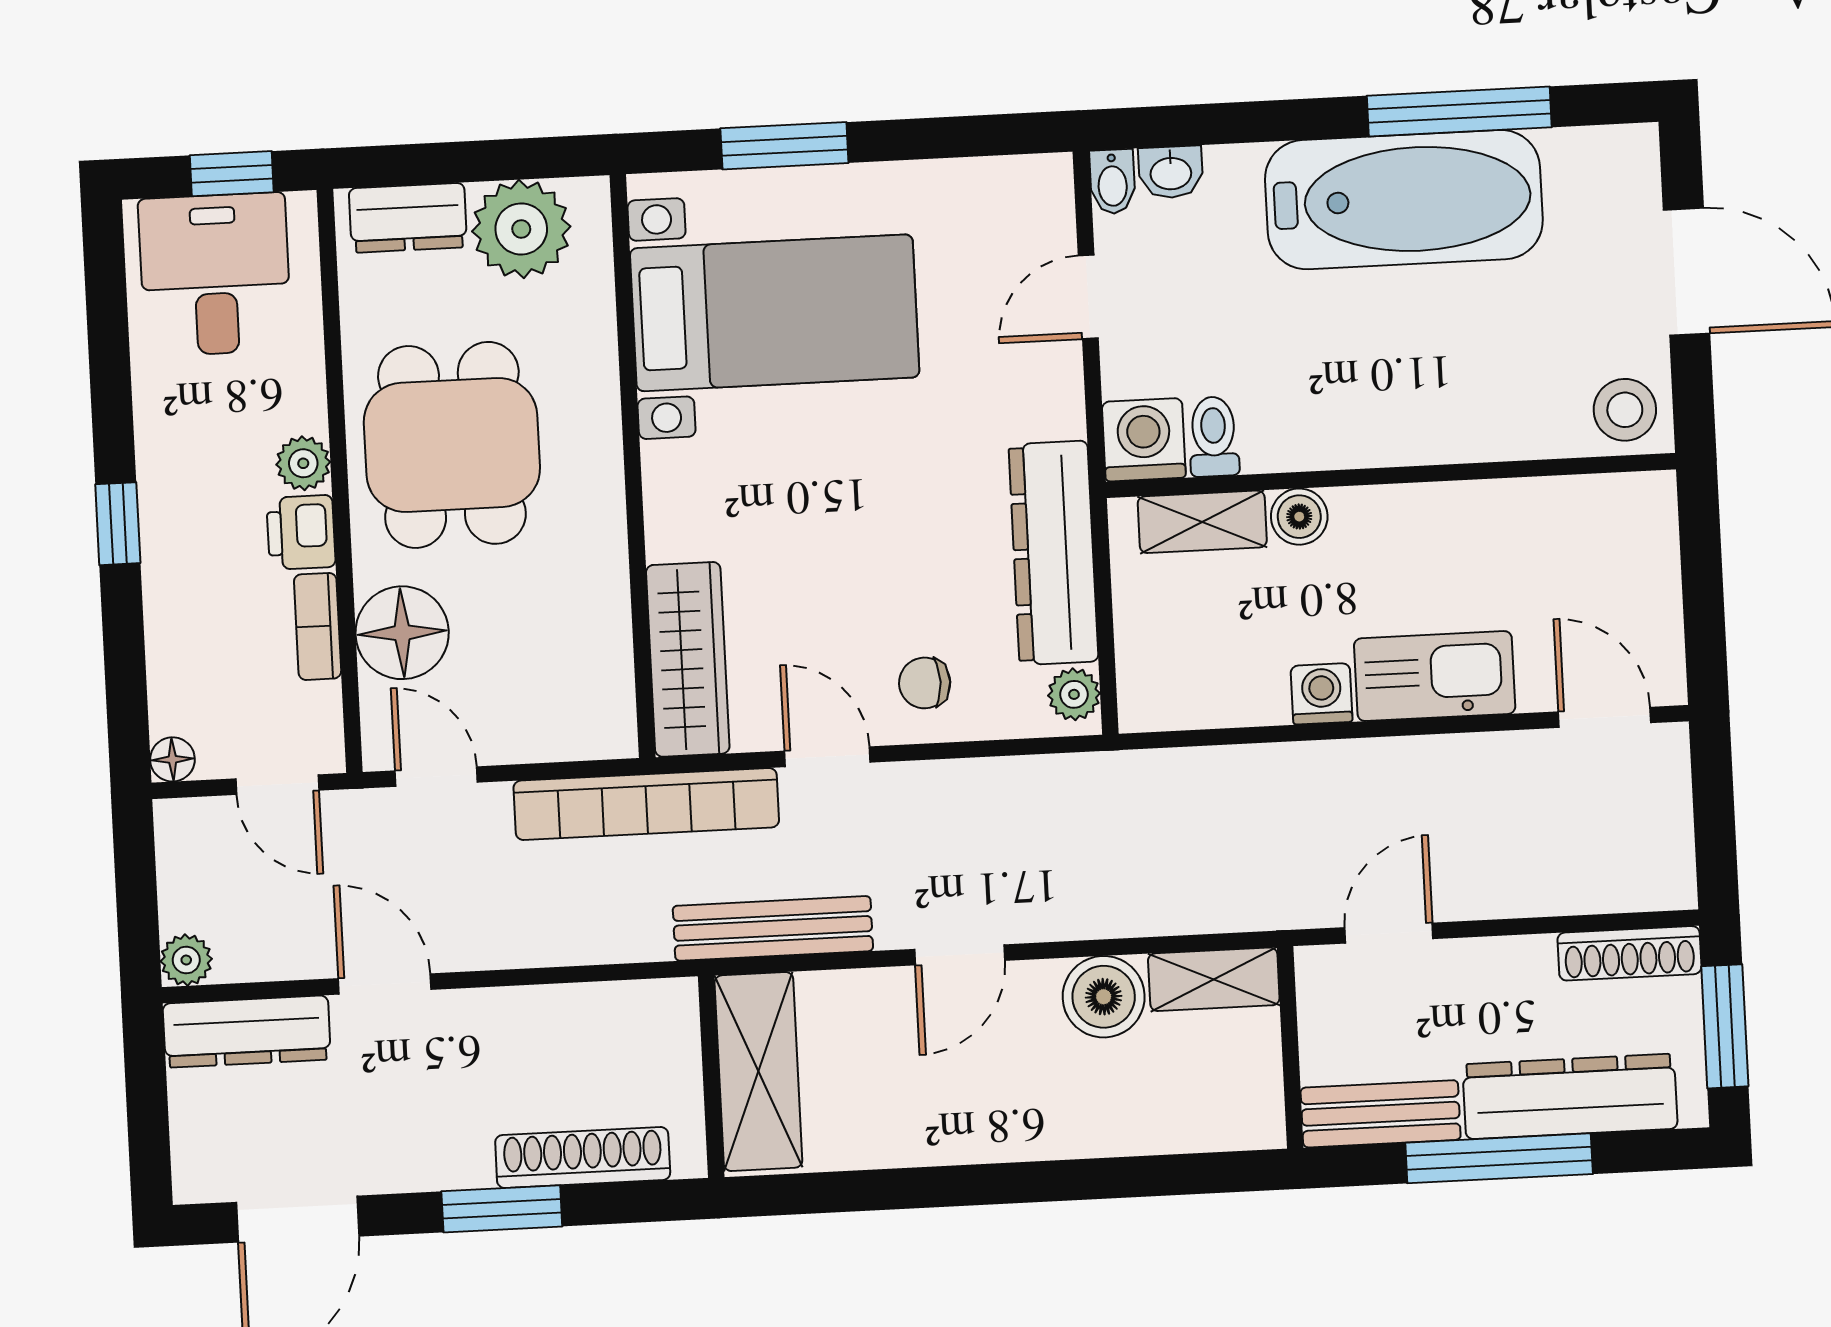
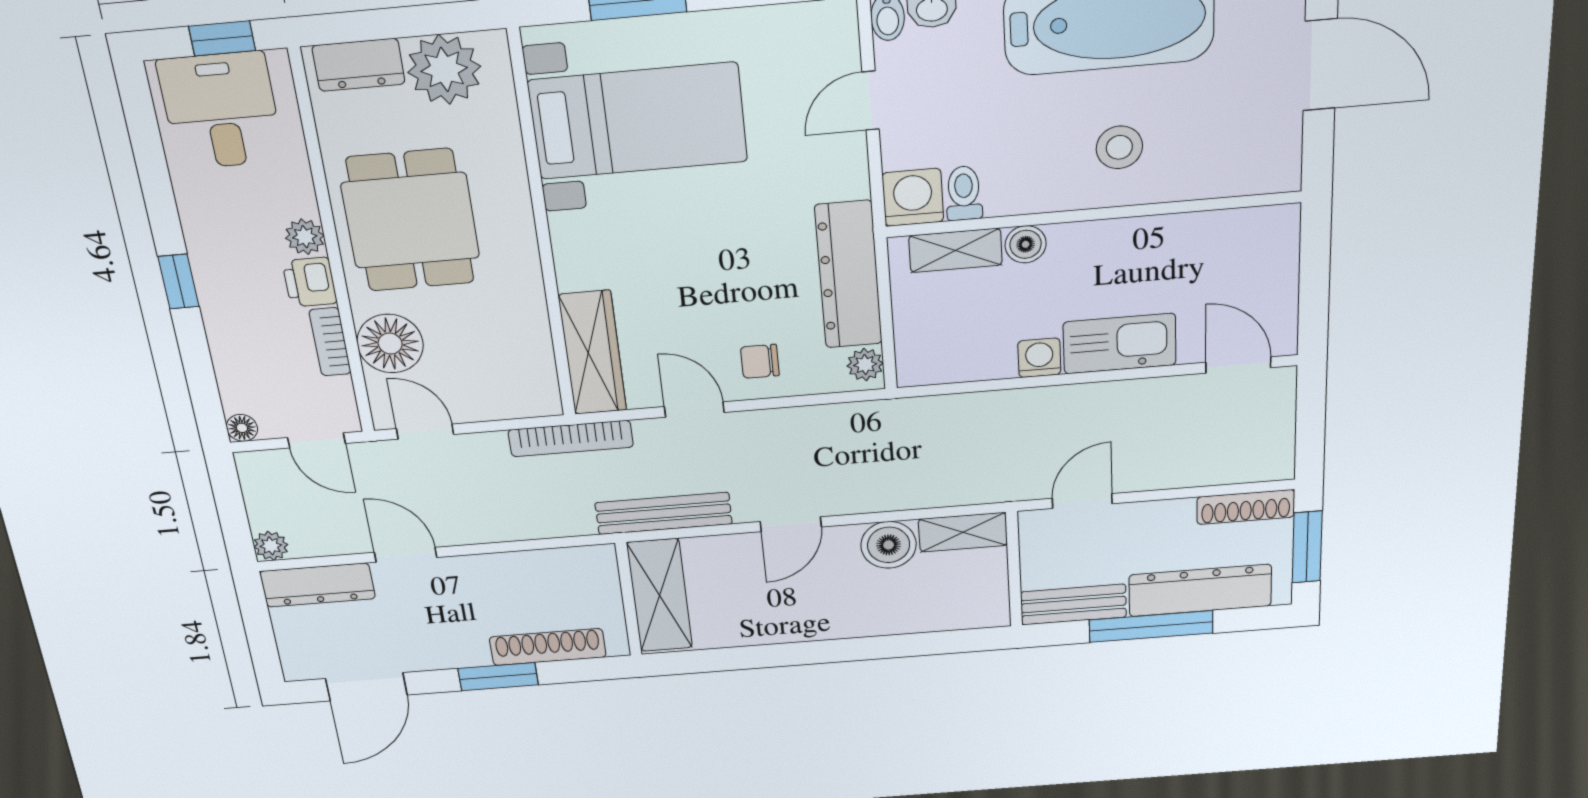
stool: (1625, 410) -> (1119, 147), moved
bookcase: (646, 804) -> (571, 439), width x0.68, depth x0.76

